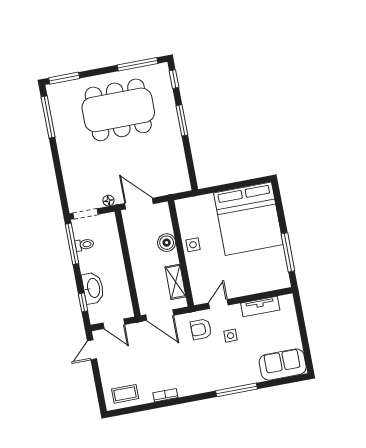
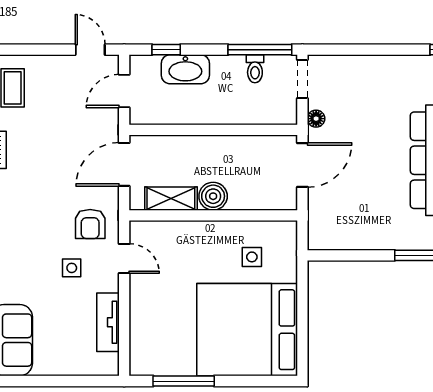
boiler: (167, 243) -> (213, 196), moved
side table: (193, 245) -> (252, 257), moved
armchair: (201, 329) -> (90, 224), turned 180

